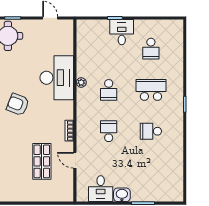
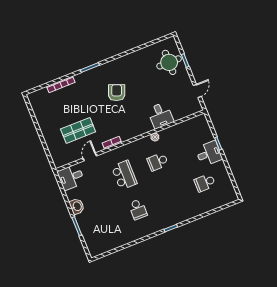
desk: (57, 78) -> (160, 115), width x0.53, depth x0.77
school desk: (151, 90) -> (171, 196), removed
school desk: (109, 131) -> (124, 175), width x1.85
school desk: (151, 131) -> (138, 209), turned 180
desk: (101, 189) -> (71, 177), moved

